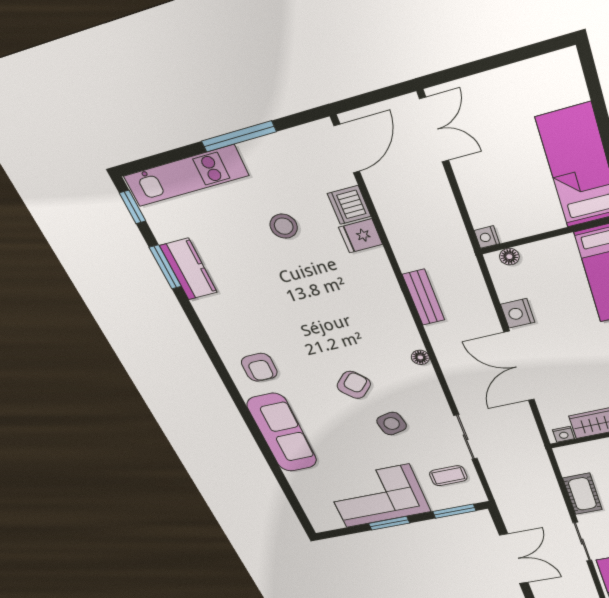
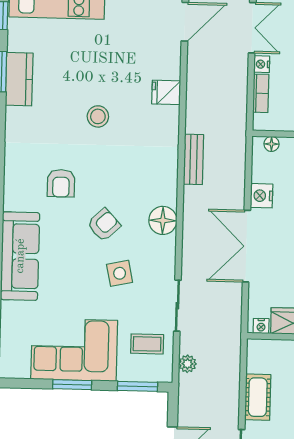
bookcase: (475, 204) -> (261, 93), added
dishwasher: (349, 205) -> (168, 65), removed
stool: (284, 226) -> (98, 116), moved
nightstand: (487, 237) -> (262, 64), moved
floor lamp: (420, 357) -> (163, 220), width x1.89, depth x1.89
armchair: (259, 367) -> (61, 183), moved
plant: (497, 483) -> (187, 364), added

